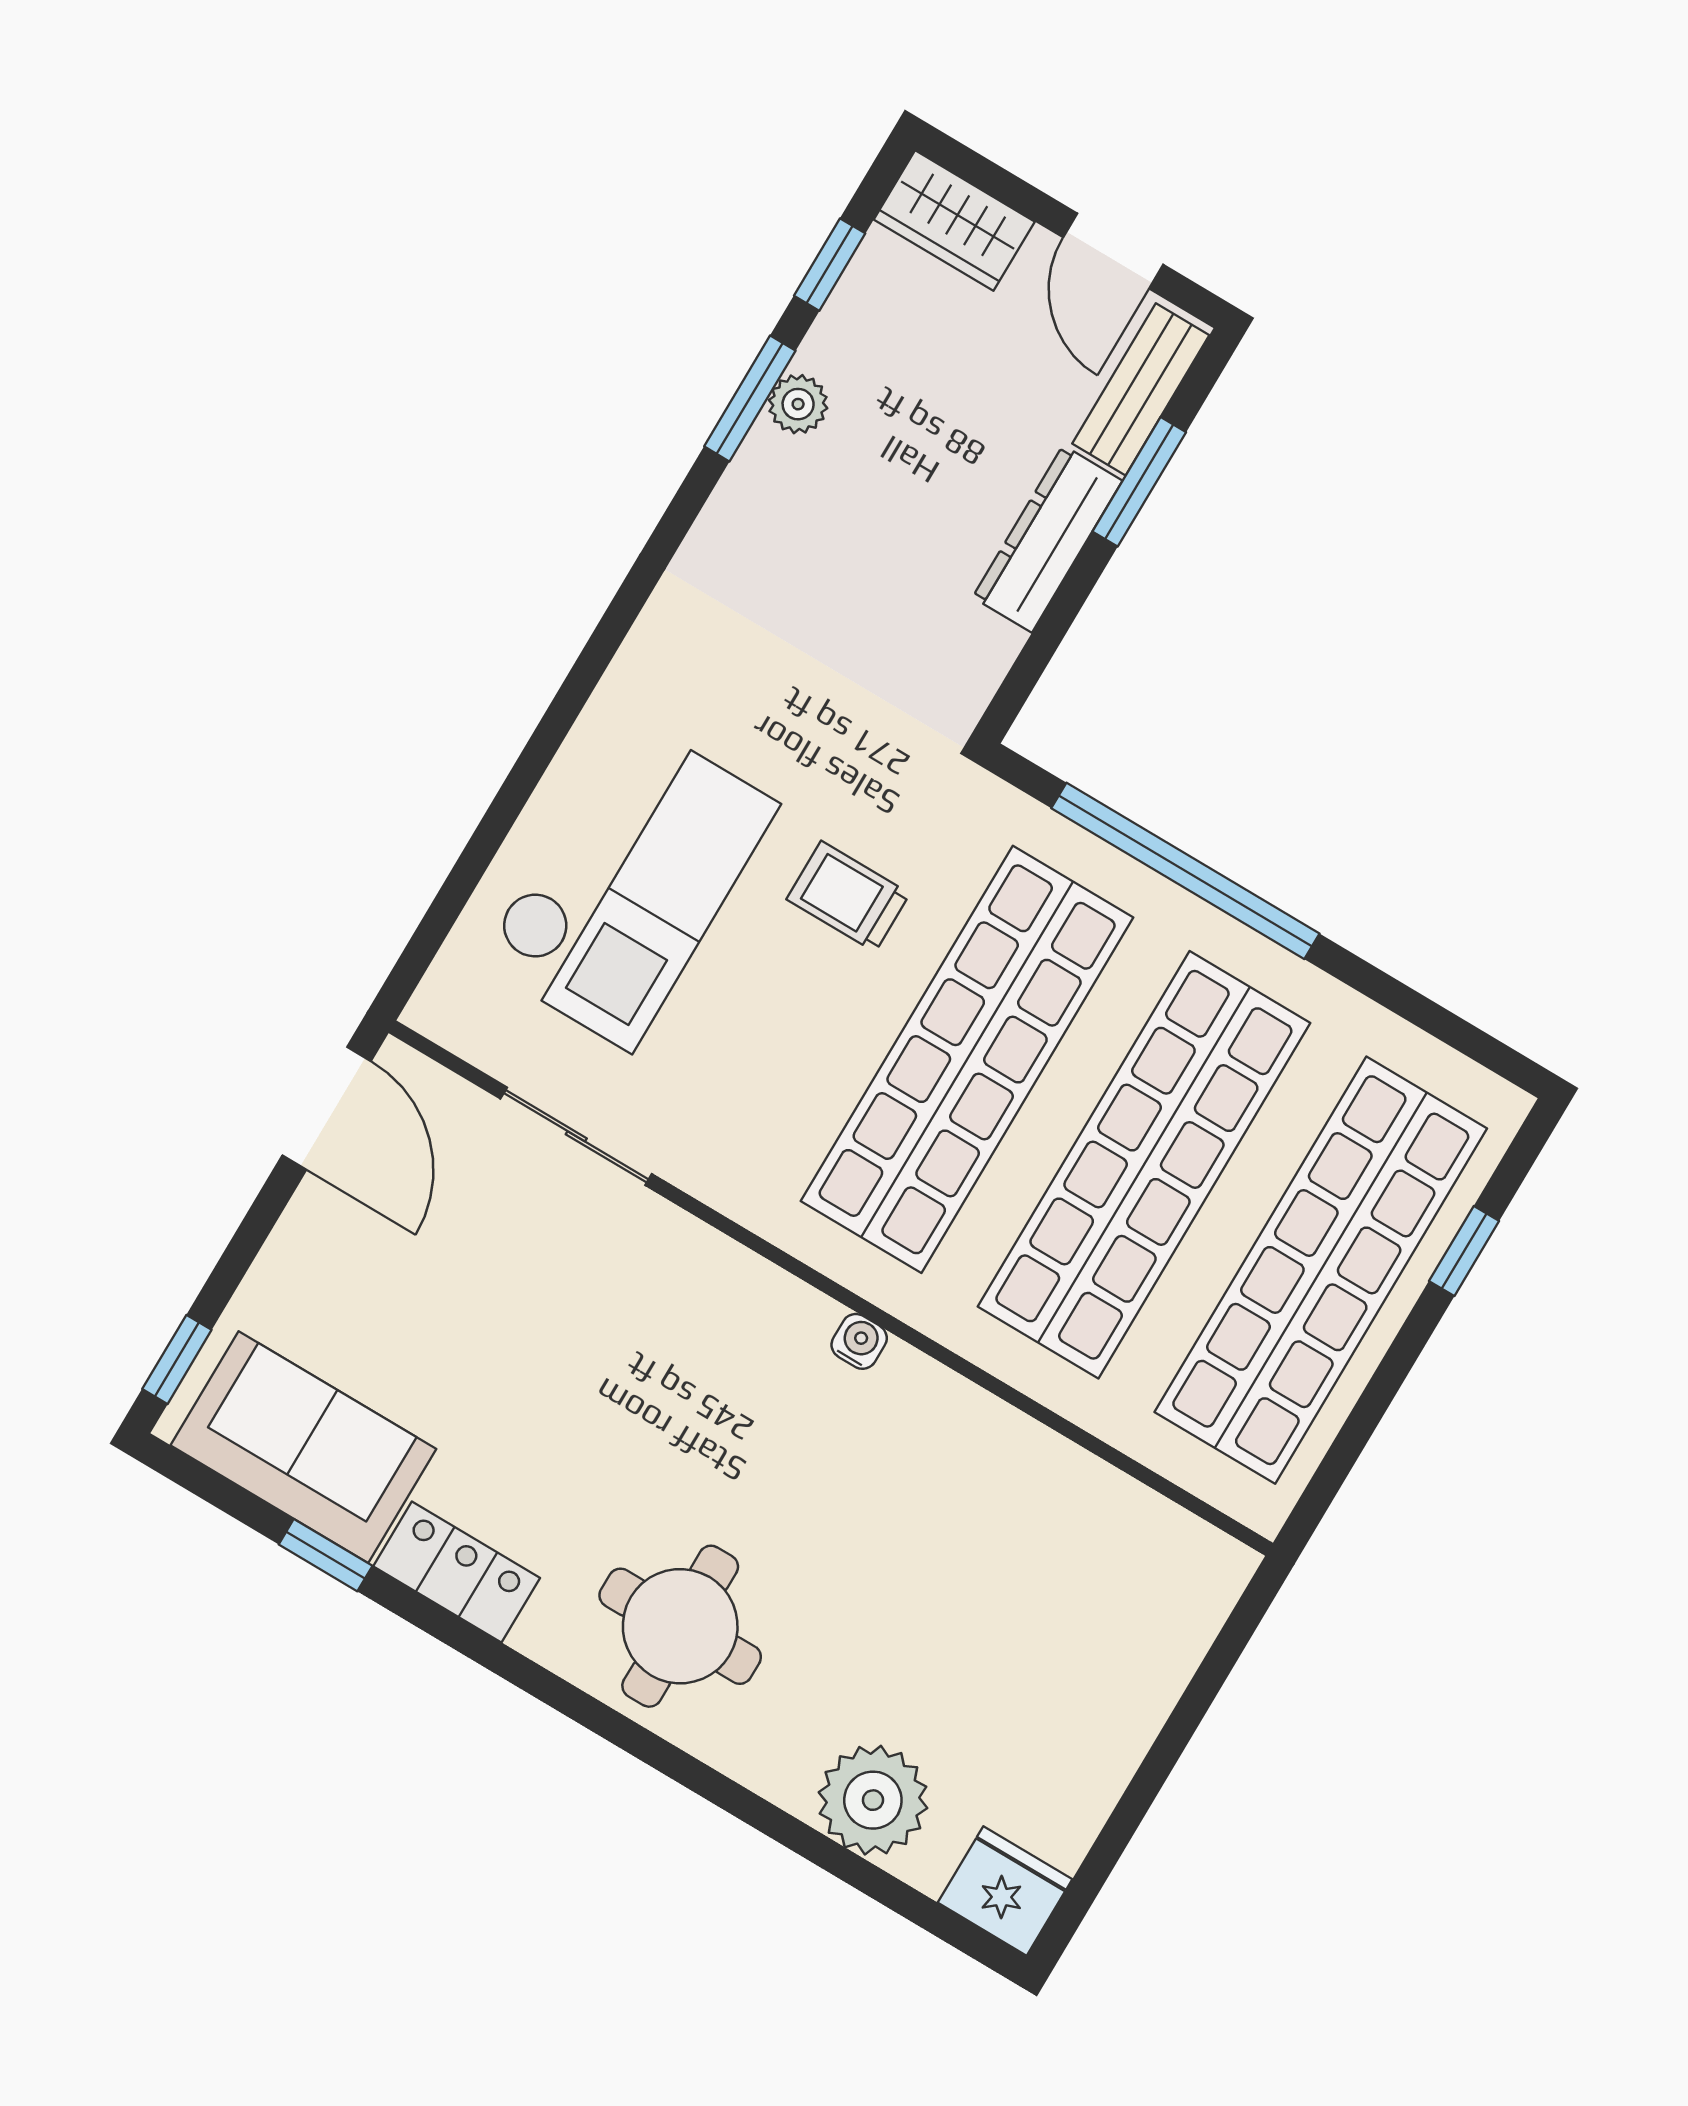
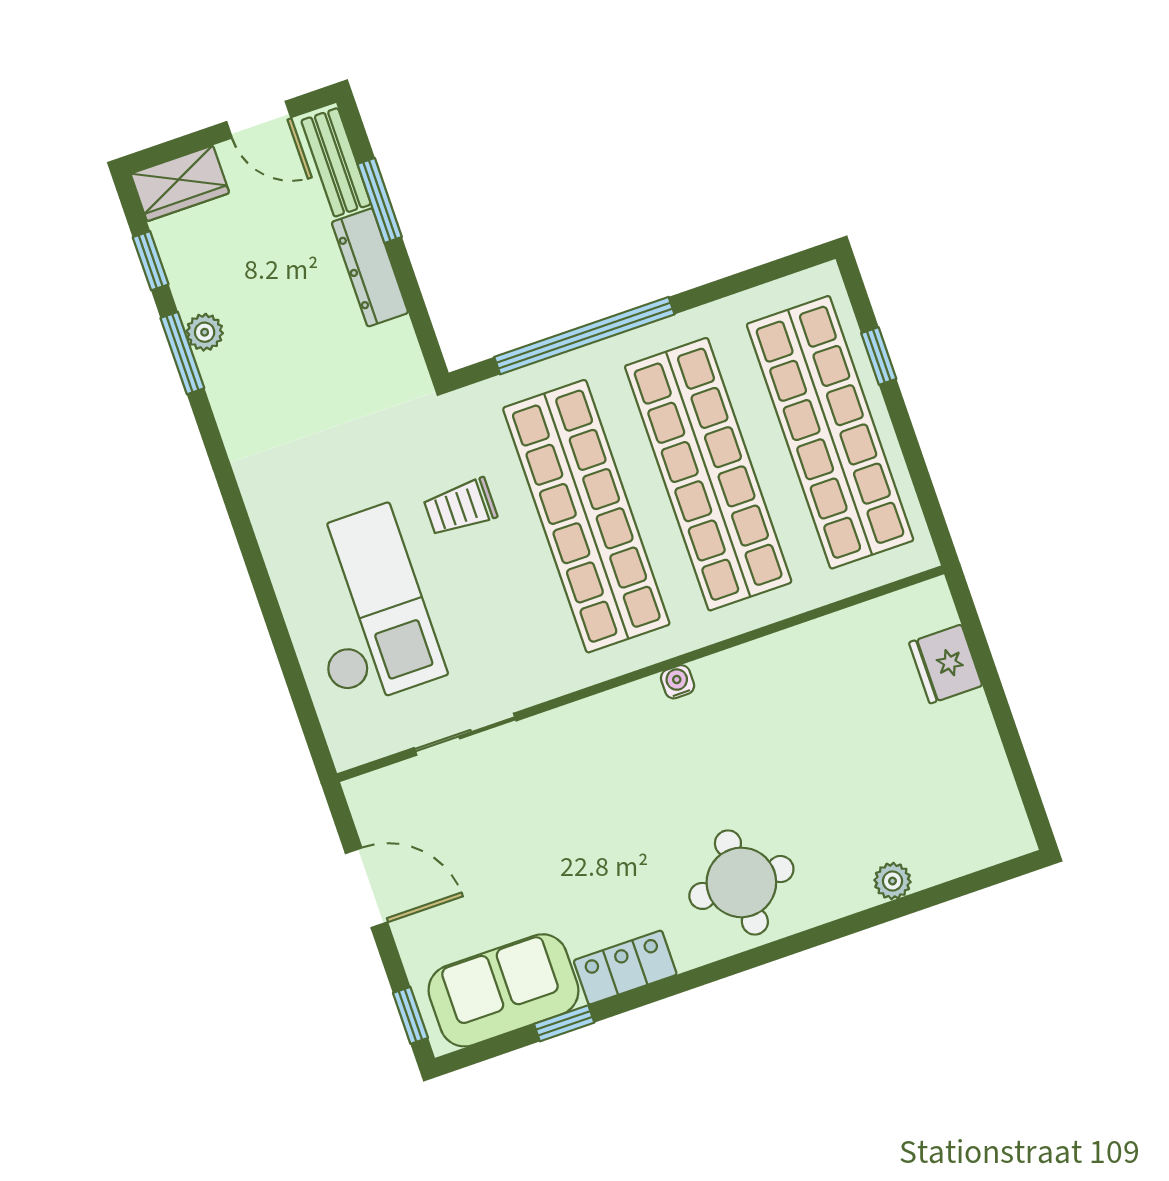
door: (327, 1108) -> (367, 888), moved
plant: (873, 1800) -> (893, 881), width x0.53, depth x0.53
fridge: (1005, 1891) -> (946, 664), moved, turned -90

